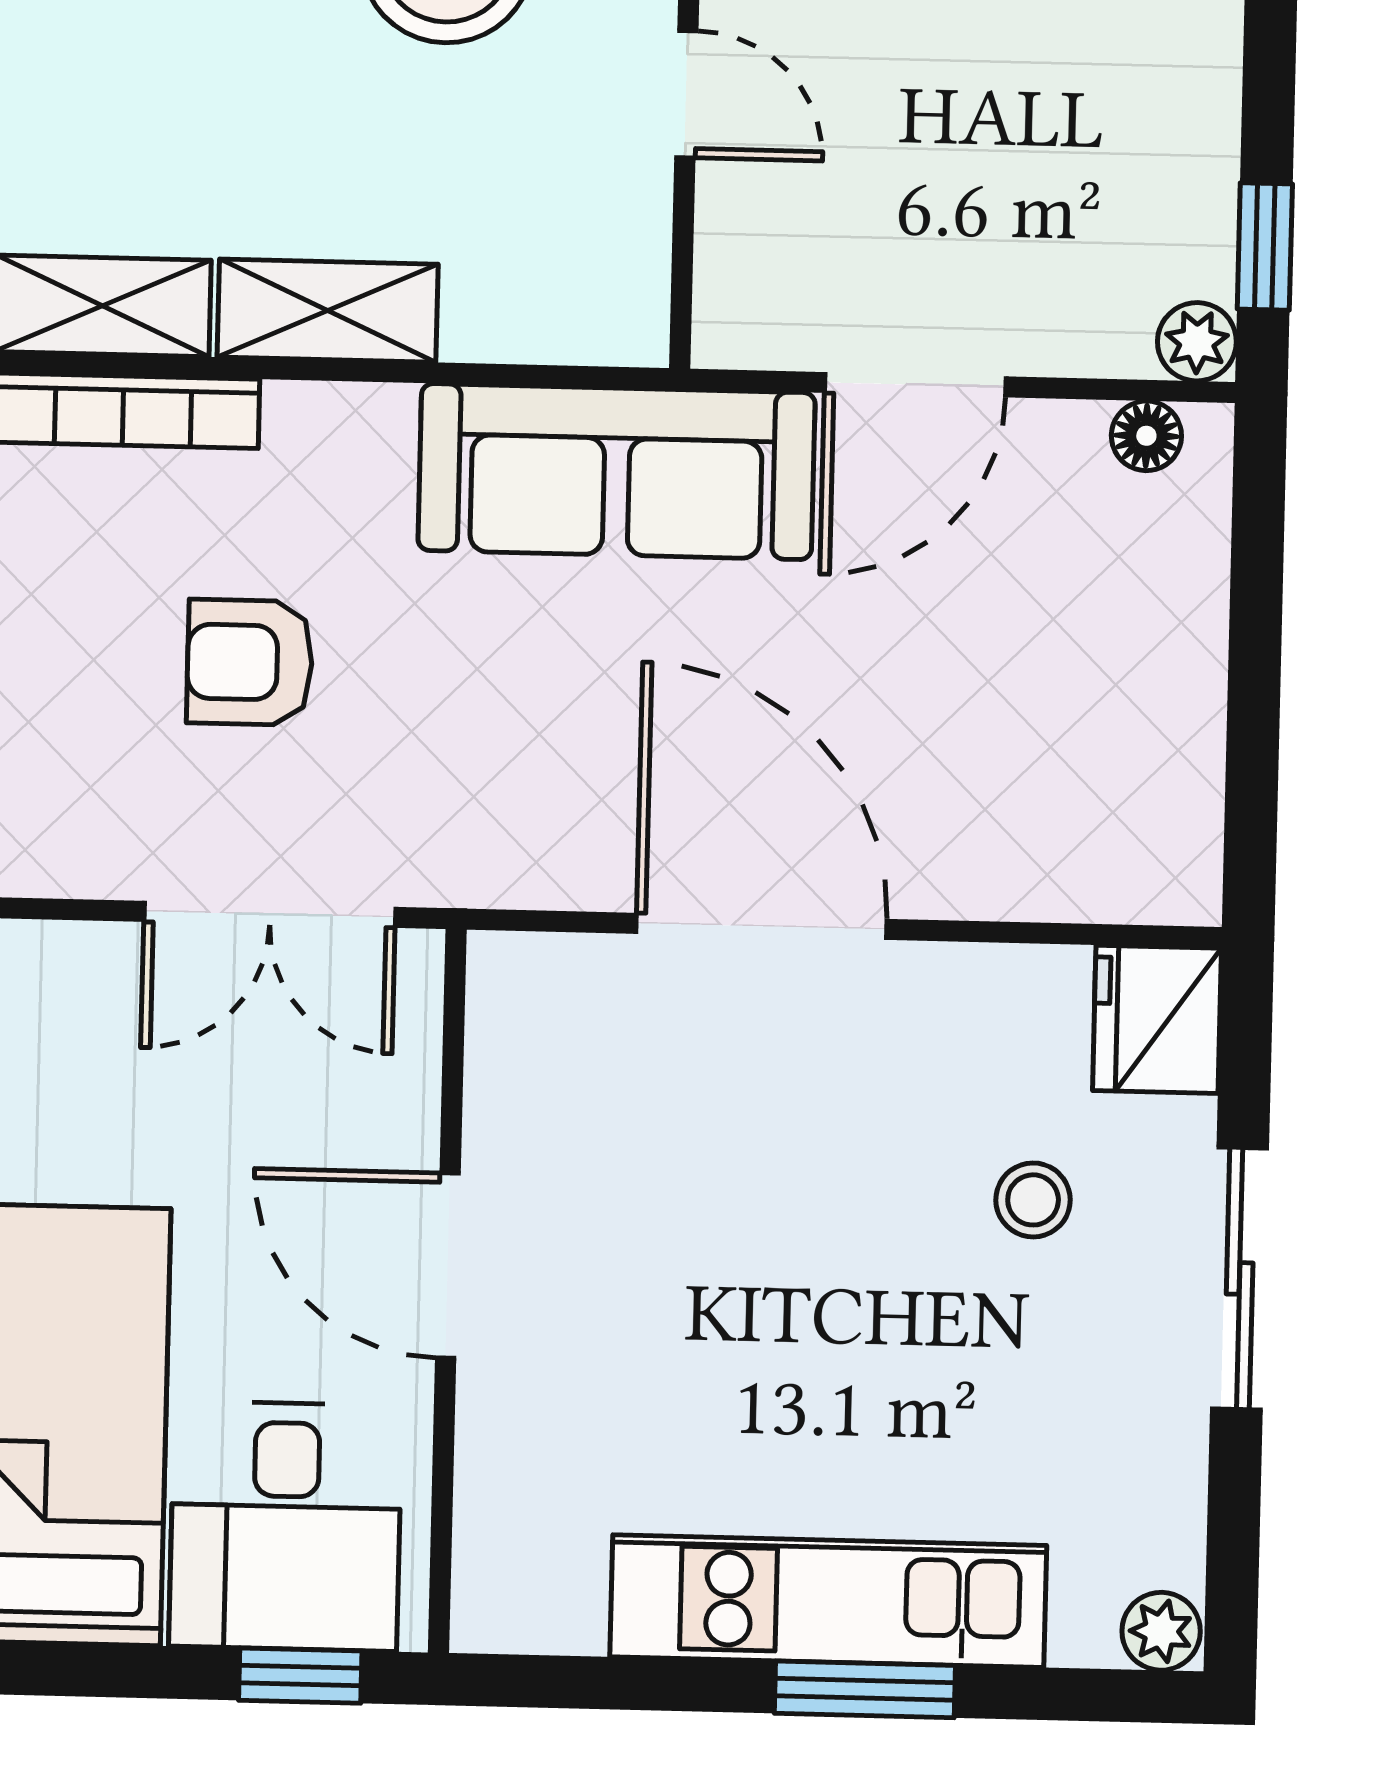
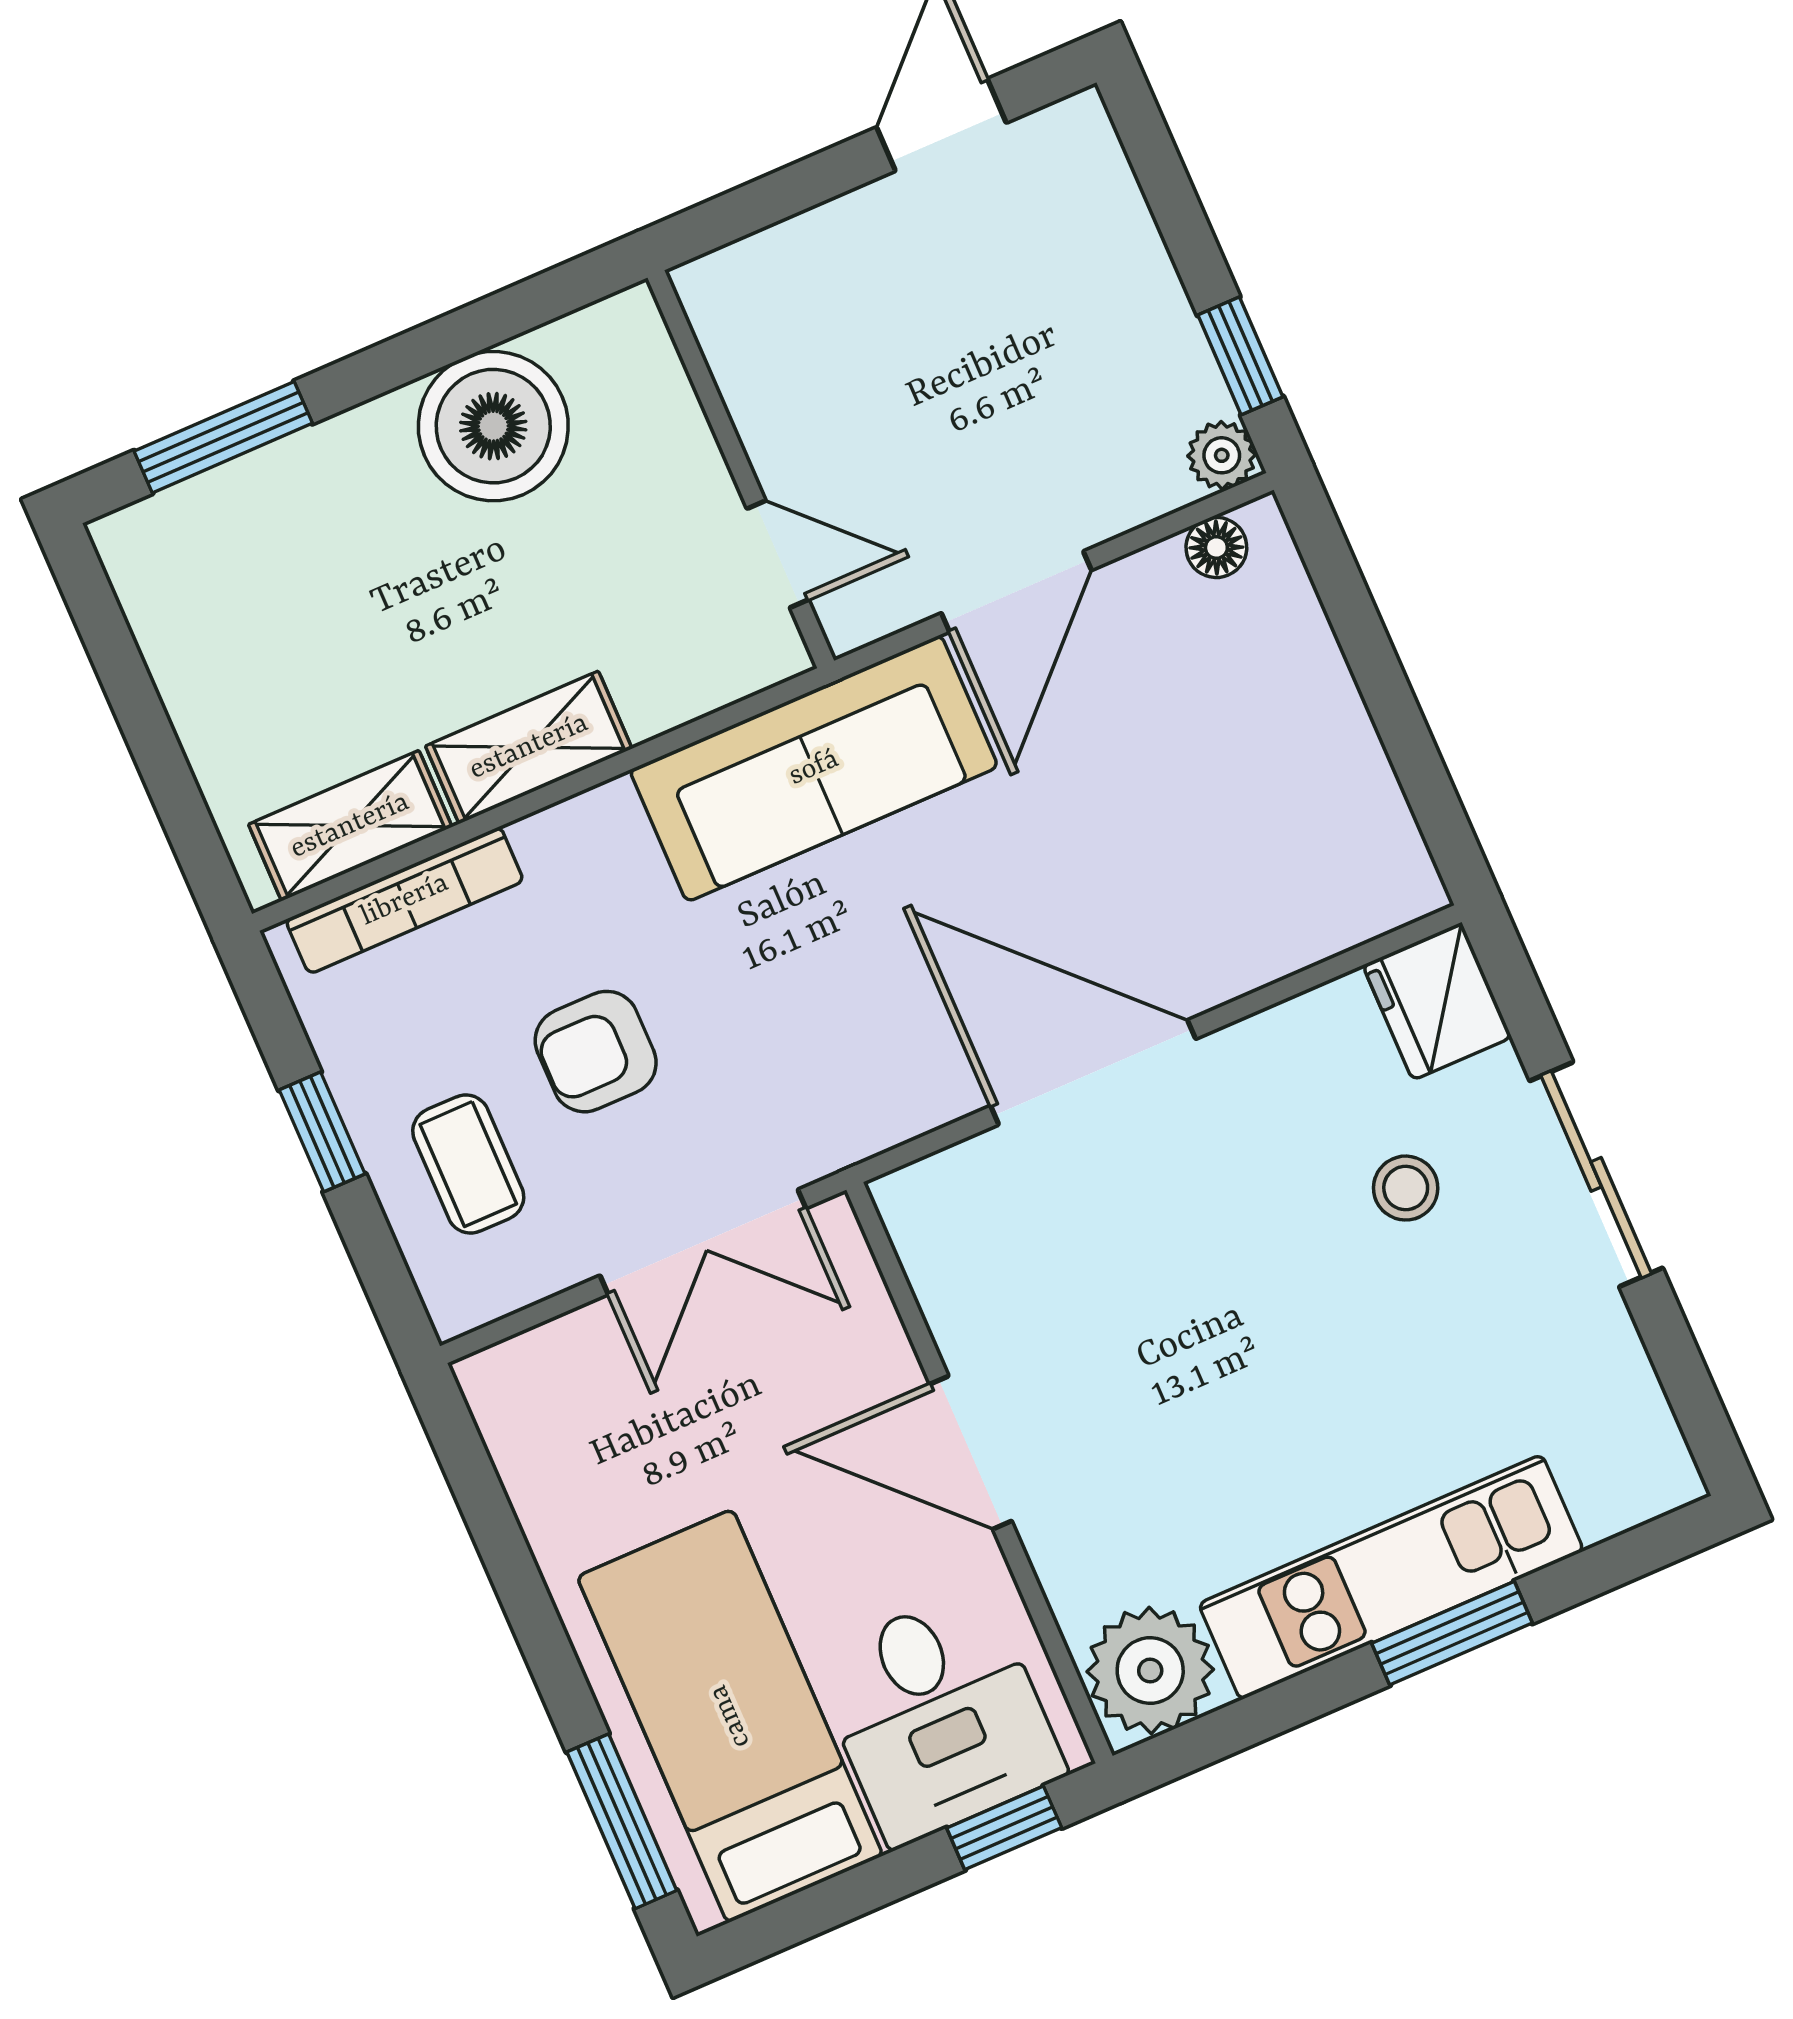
door: (686, 94) -> (778, 554), moved
coffee table: (61, 718) -> (468, 1164), added
plant: (1161, 1631) -> (1150, 1671), moved, width x1.87, depth x1.87

